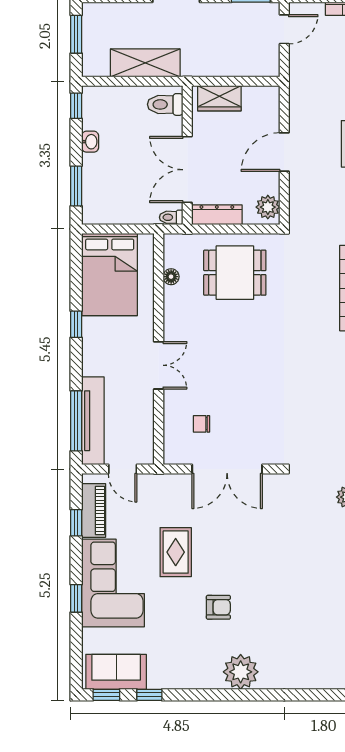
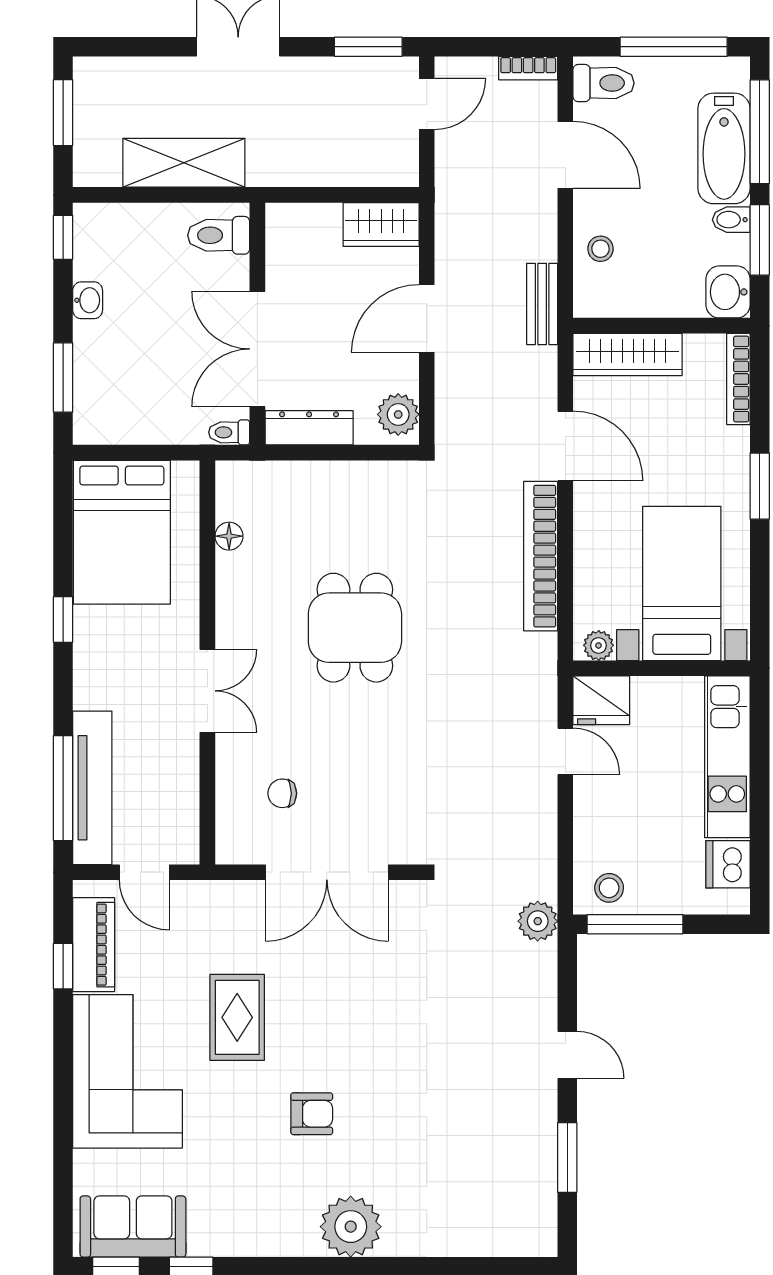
wardrobe: (219, 98) -> (381, 225), moved
dining table: (235, 273) -> (355, 628), moved, turned 90
window: (76, 598) -> (63, 1098), removed

